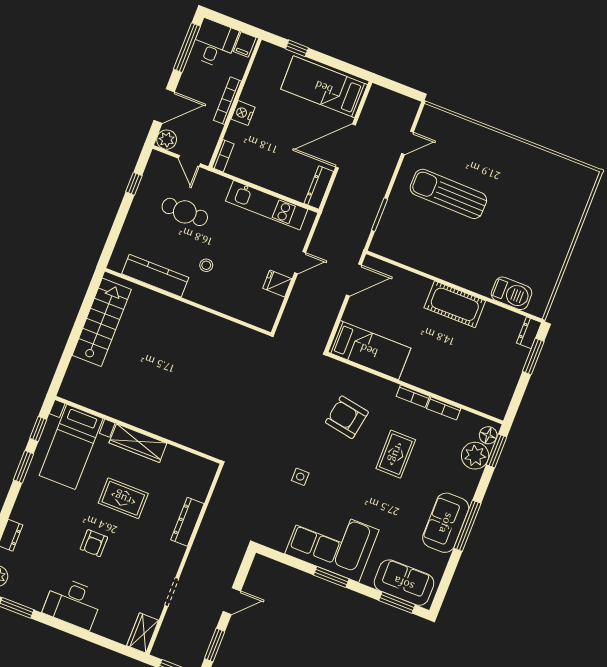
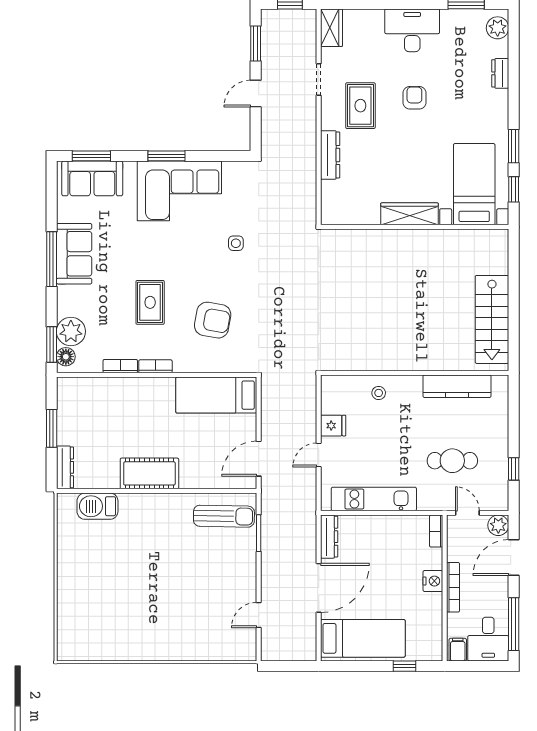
sun lounger: (448, 194) -> (224, 516), moved, width x0.73, depth x0.75
stool: (206, 265) -> (379, 393), moved
dresser: (529, 333) -> (65, 467), width x1.44
window: (533, 356) -> (52, 428), moved
rug: (123, 498) -> (360, 106), moved, turned 90

